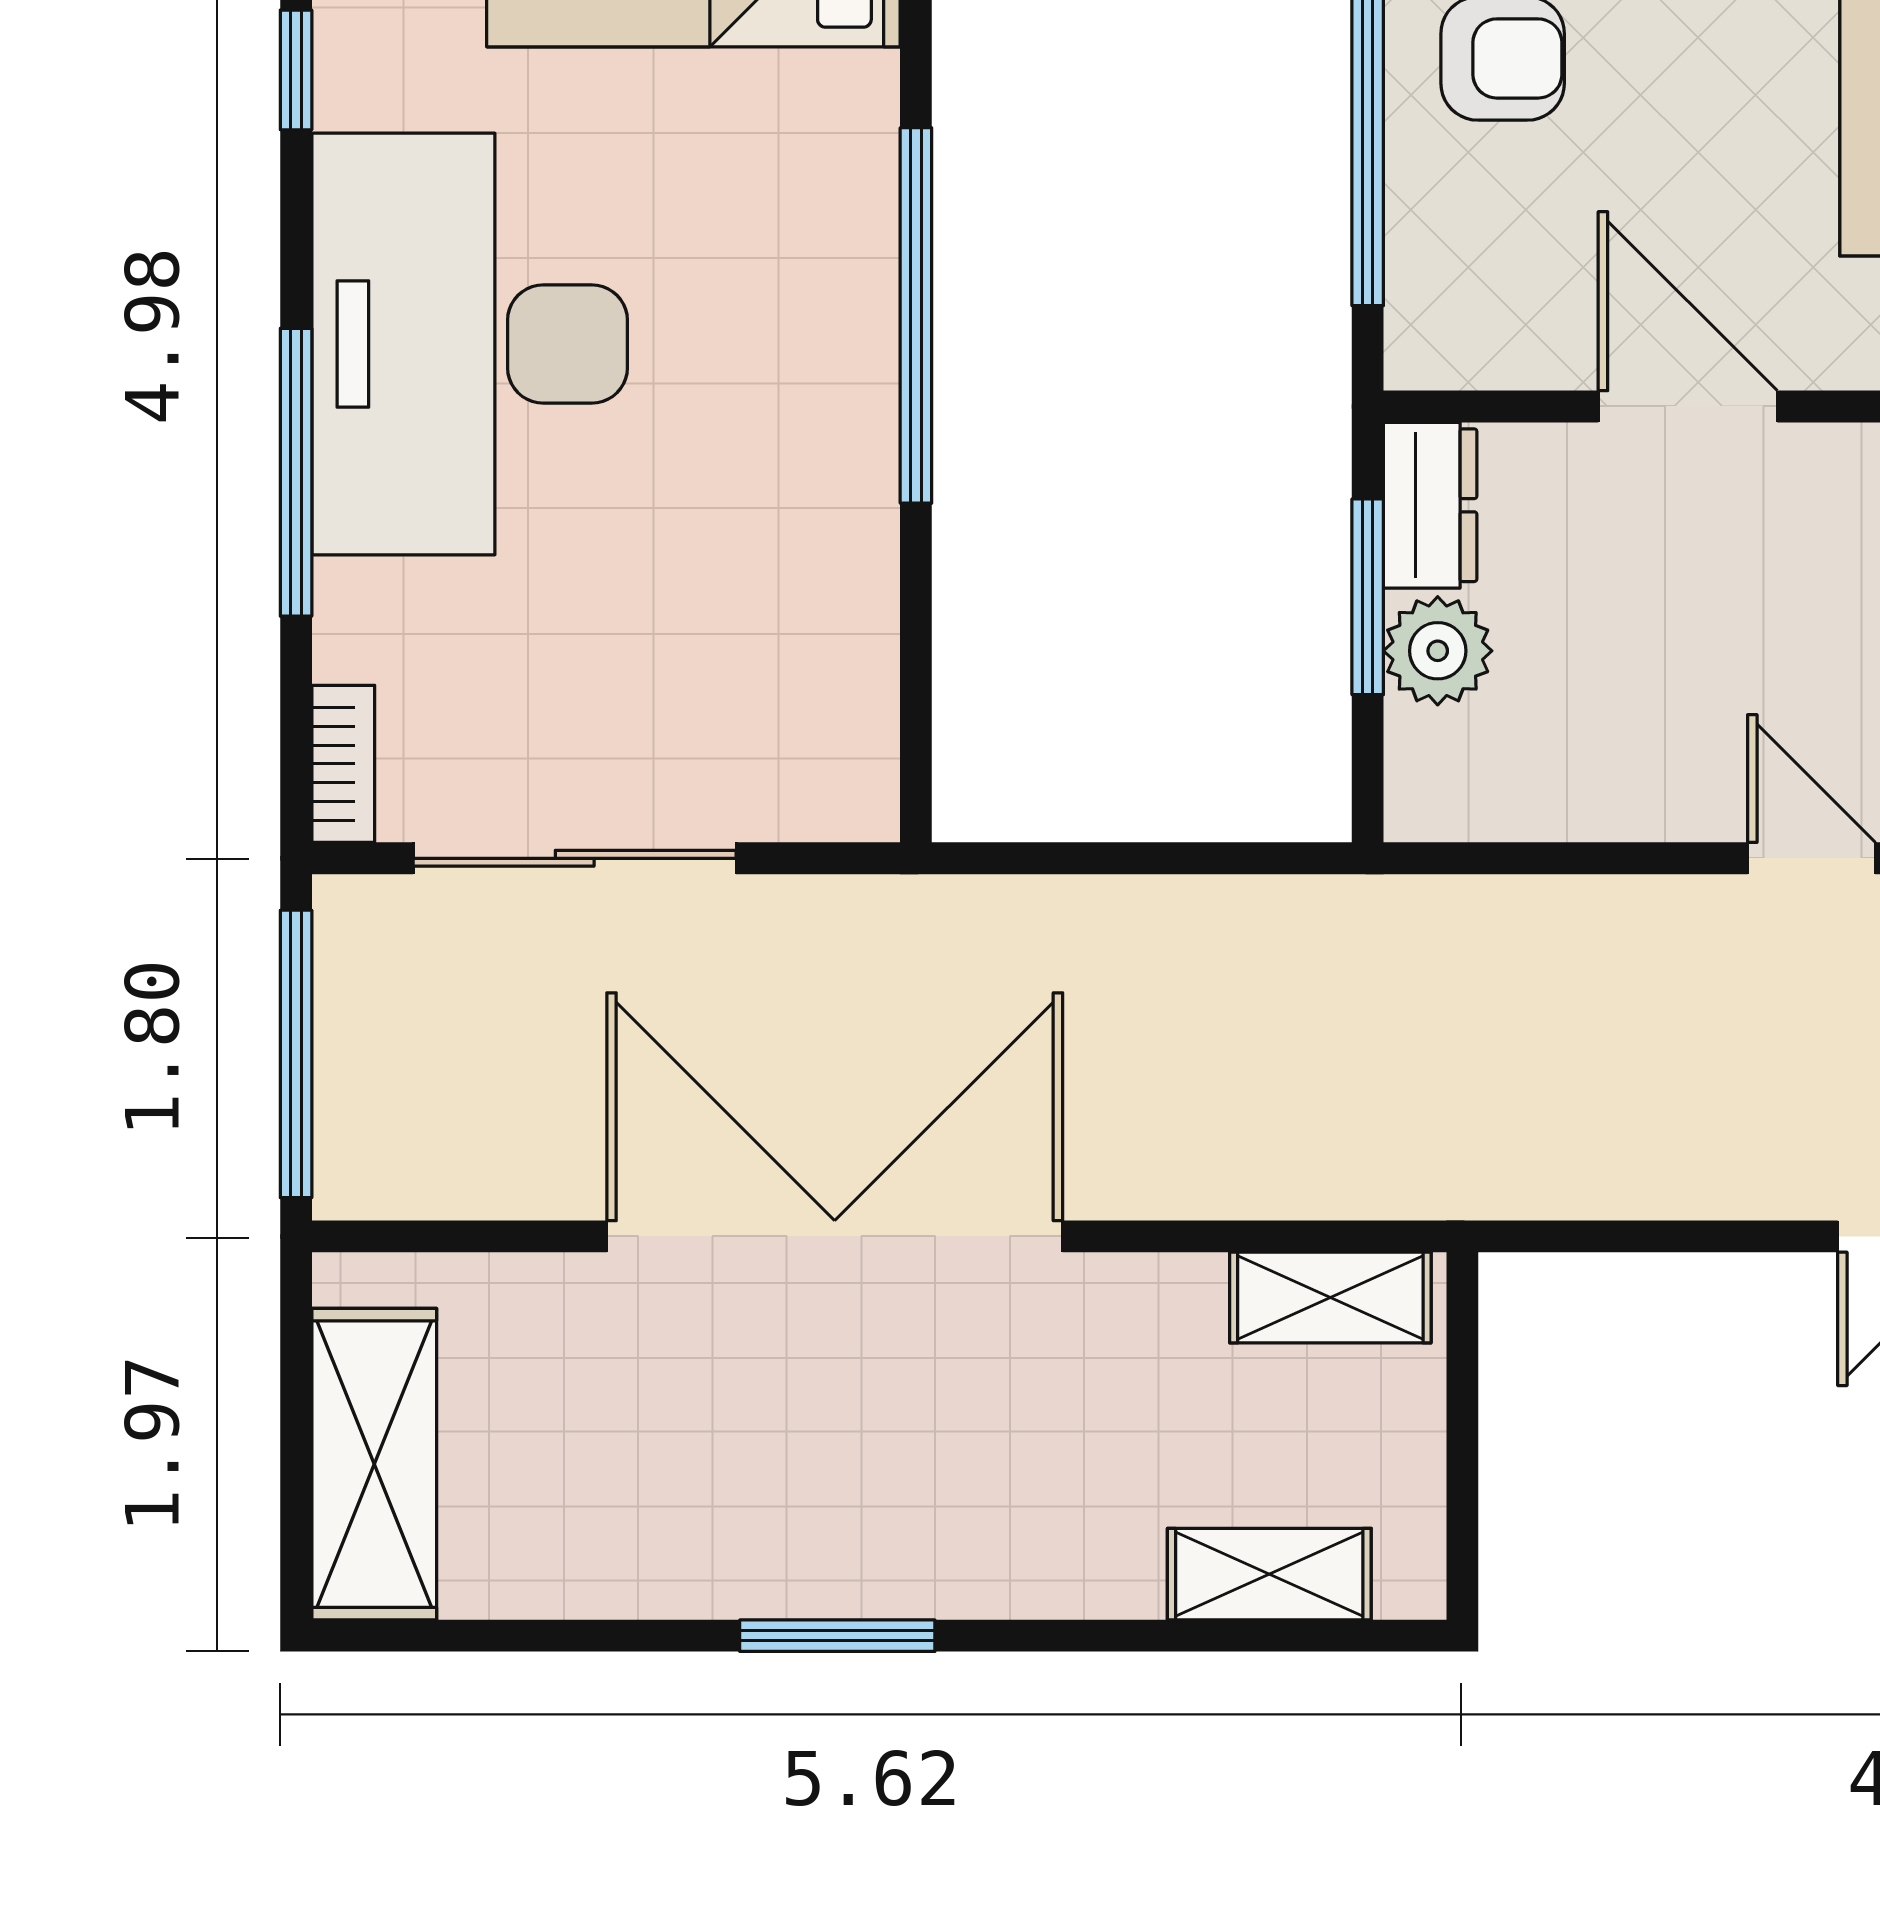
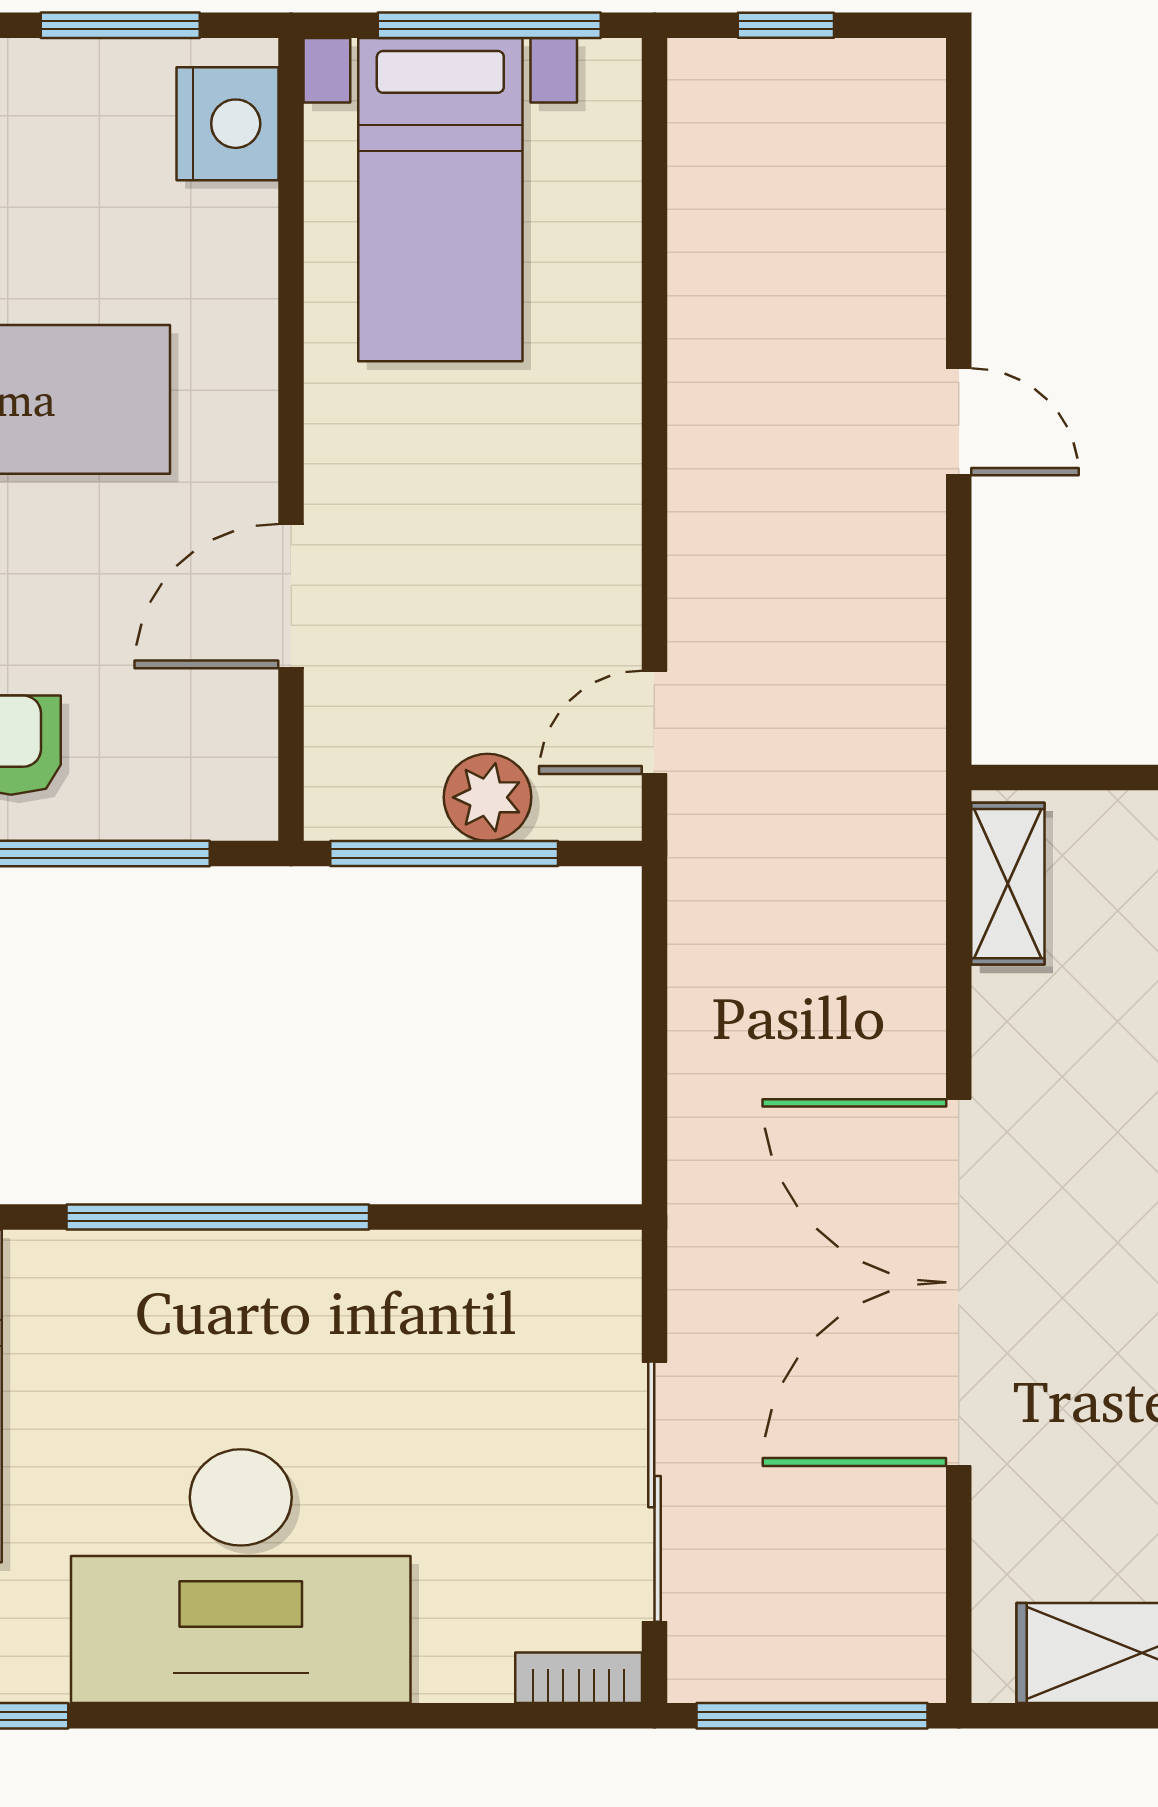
window: (296, 472) -> (344, 1716), removed
dresser: (1430, 505) -> (370, 803), removed
window: (1368, 597) -> (444, 854), width x1.44
door: (1812, 858) -> (654, 722), moved

